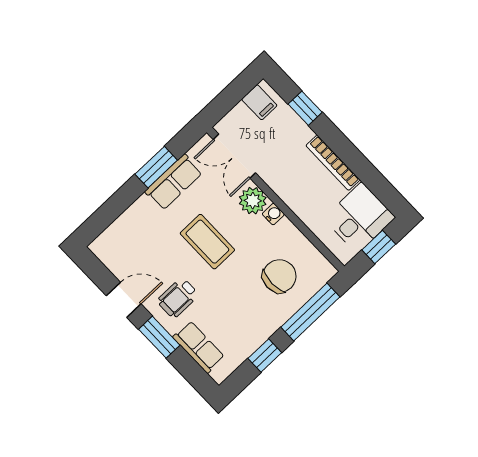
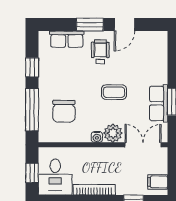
coffee table: (207, 242) -> (114, 92), width x0.73, depth x0.77

